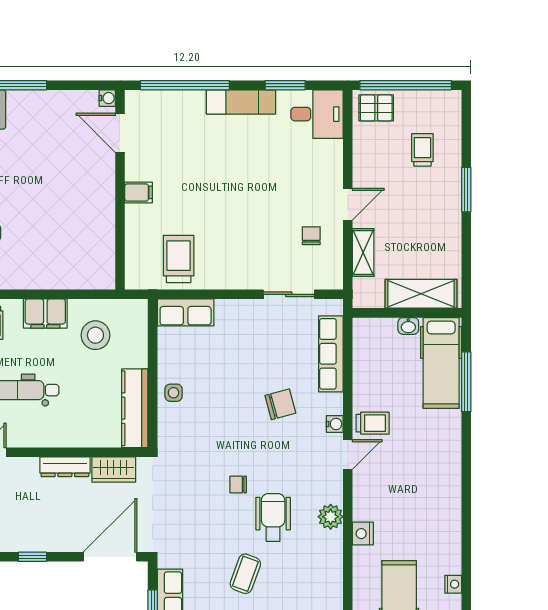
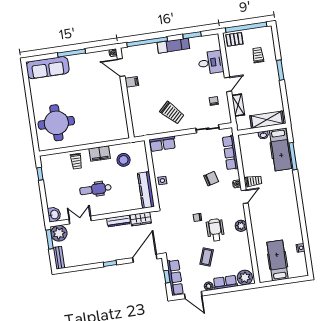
desk: (317, 114) -> (211, 63), moved
filing cabinet: (139, 192) -> (132, 82), moved
trolley: (179, 259) -> (172, 113), moved, turned 136
nightstand: (363, 534) -> (257, 231), removed

